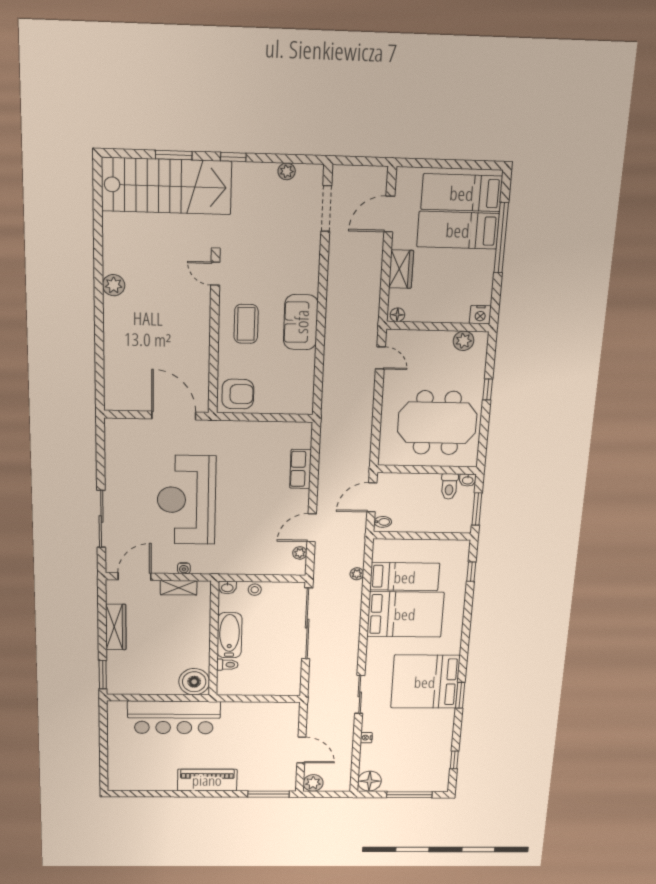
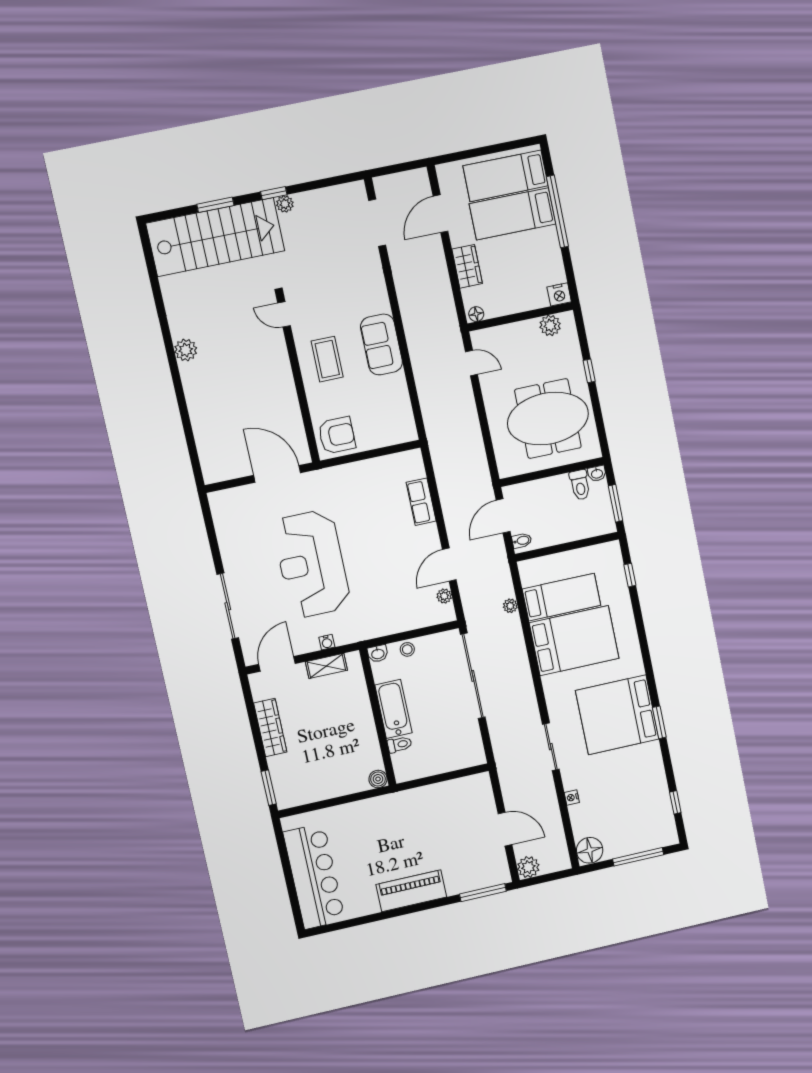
plant: (287, 171) -> (285, 204), moved
boiler: (194, 682) -> (378, 779), width x0.54, depth x0.54
bar counter: (174, 717) -> (314, 876), moved, turned -90

